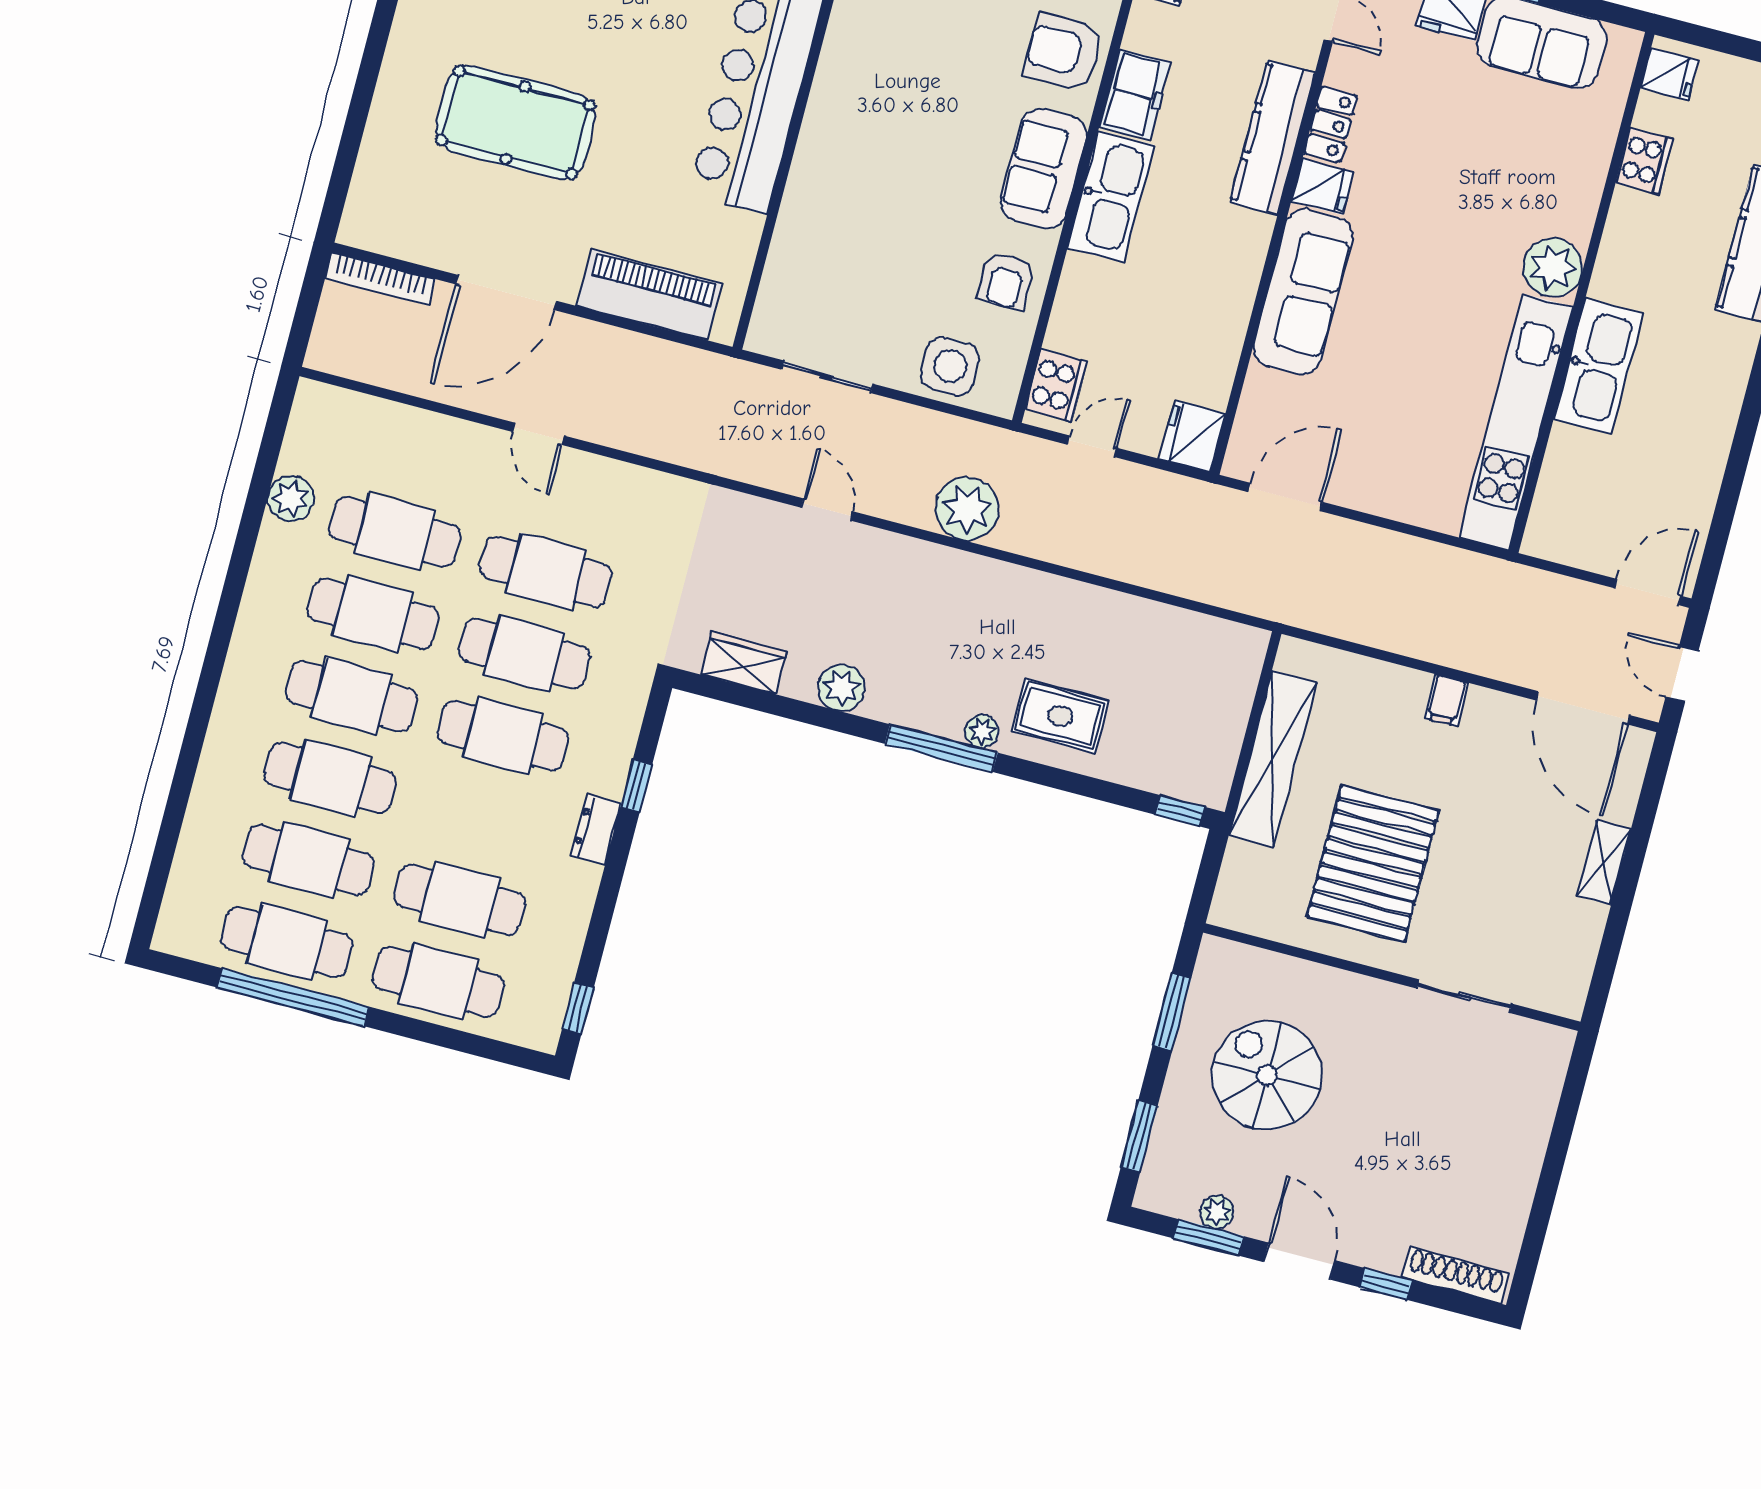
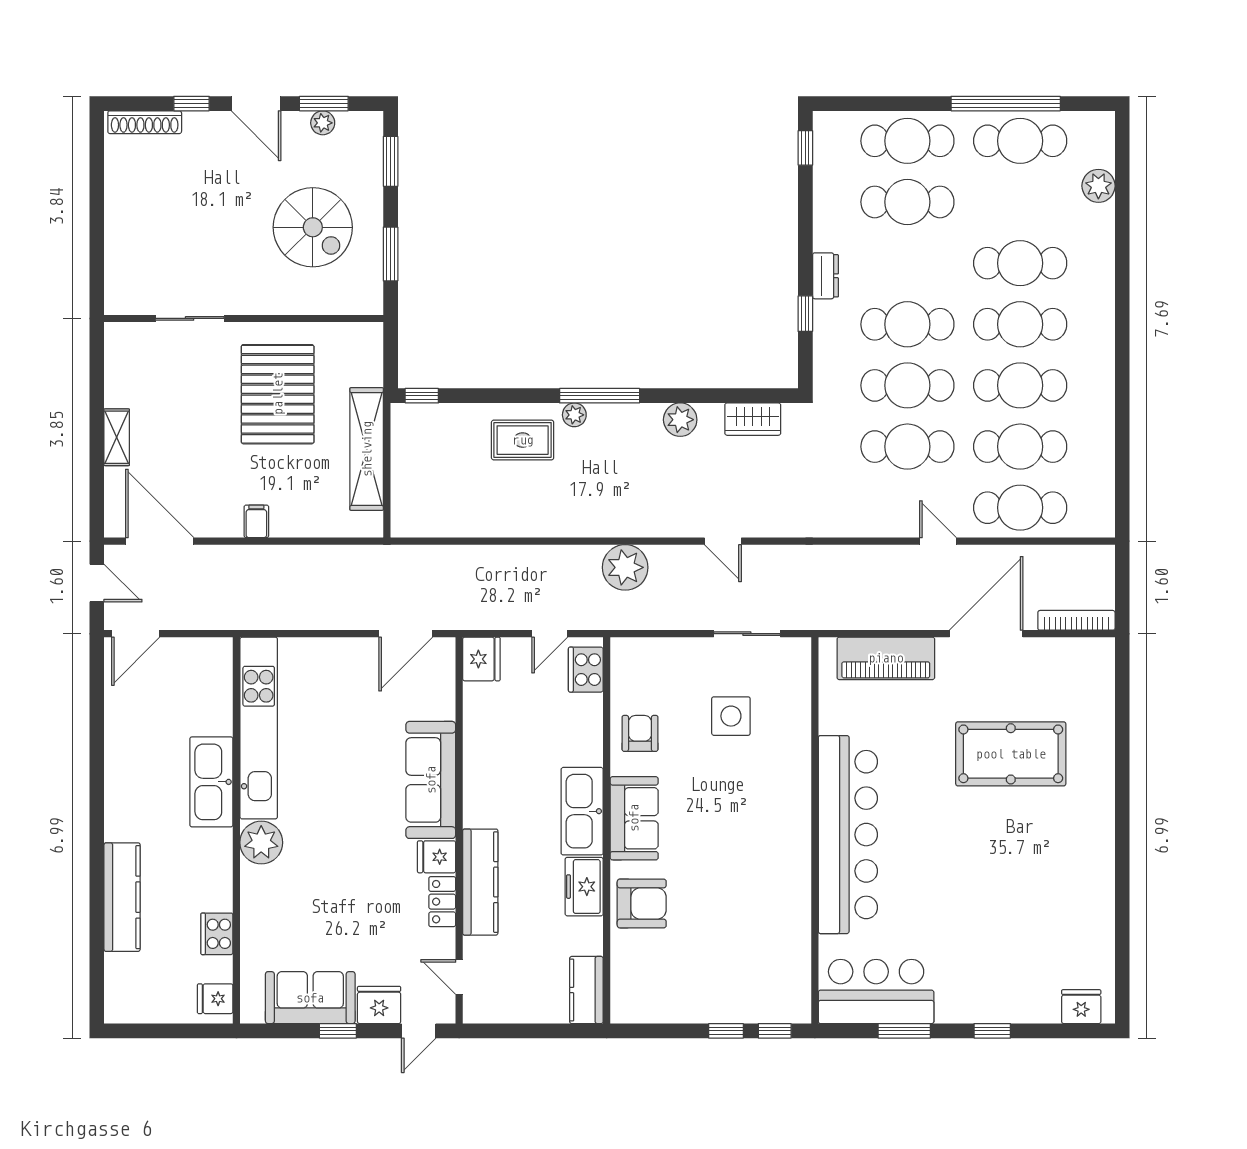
side table: (950, 366) -> (731, 716), moved
plant: (291, 499) -> (1098, 186), moved
cafe table: (308, 860) -> (1020, 508), moved

